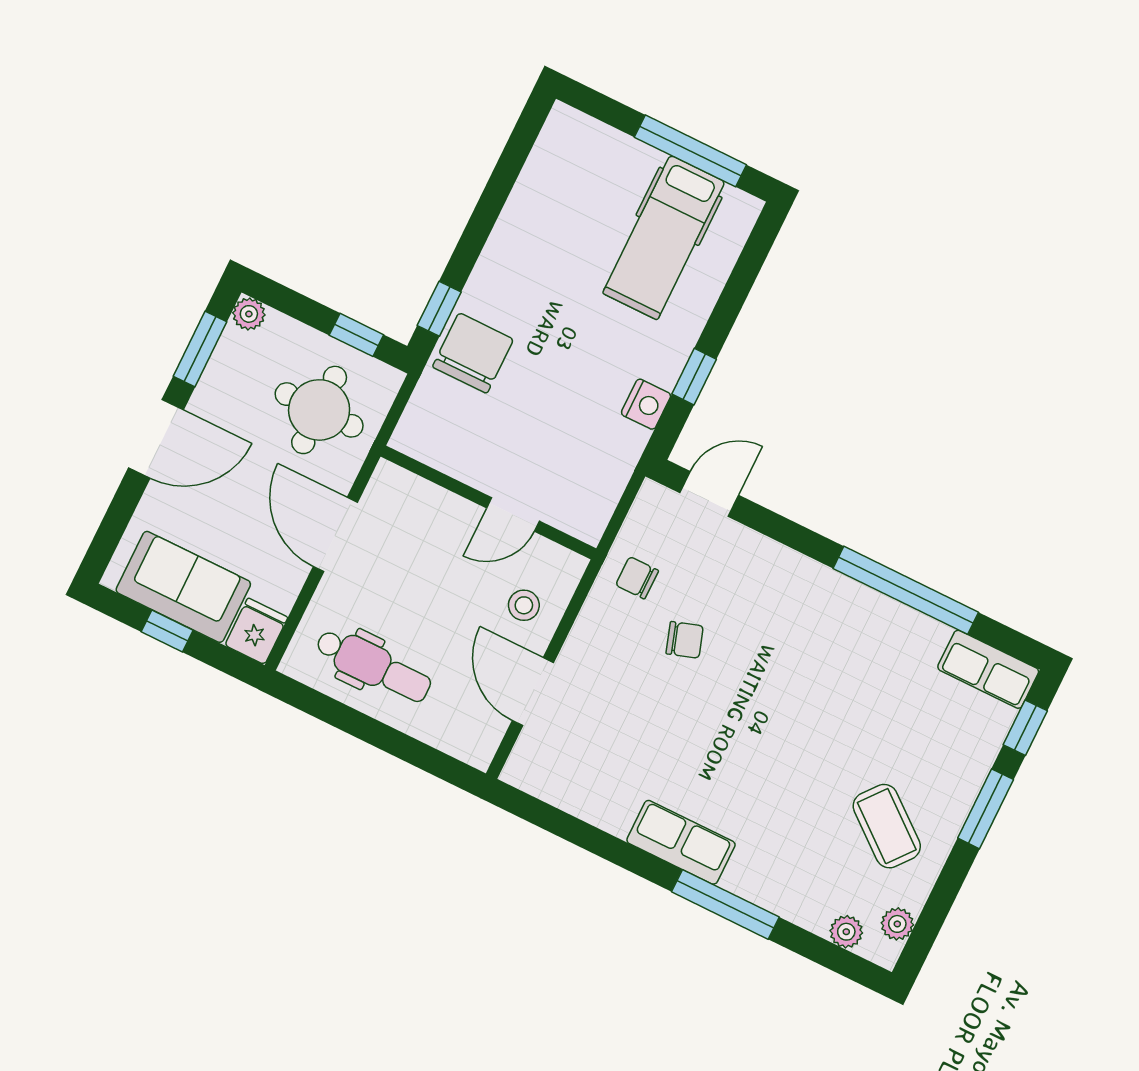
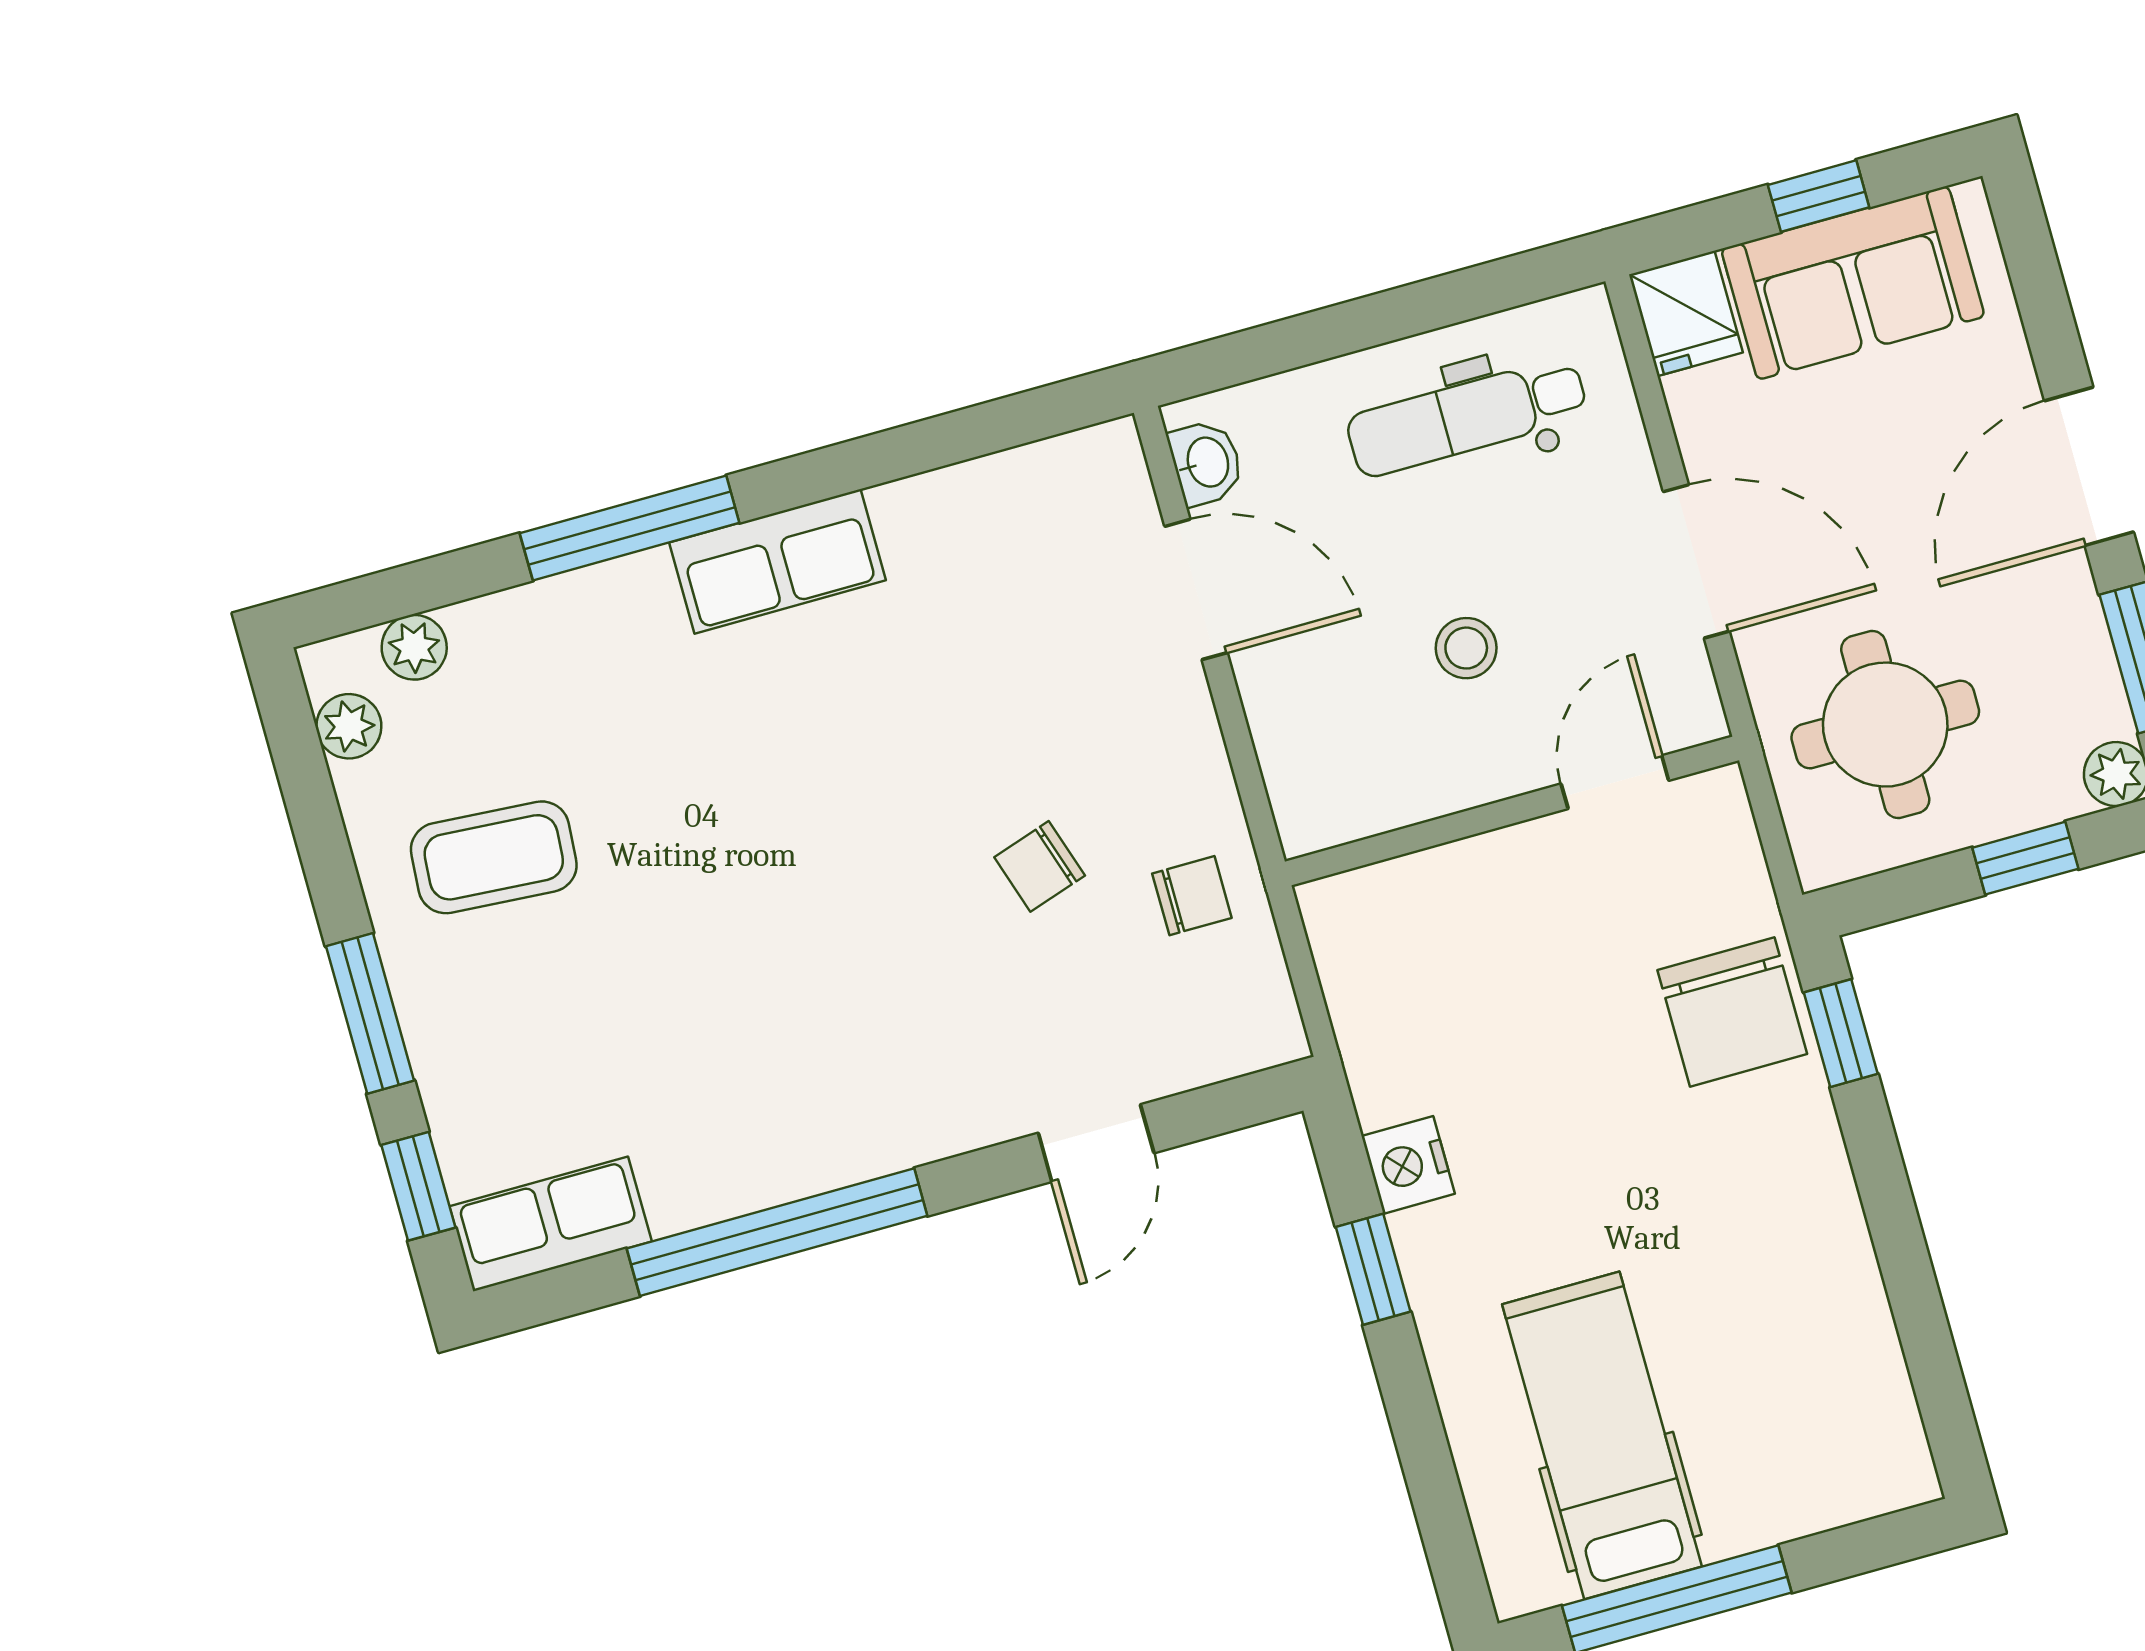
window: (356, 335) -> (2025, 858), moved
door: (709, 494) -> (1096, 1143), moved
door: (513, 514) -> (1615, 782), moved
stool: (524, 605) -> (1466, 648), moved
washbasin: (487, 736) -> (1206, 463), added
coffee table: (887, 826) -> (494, 857), turned -35

